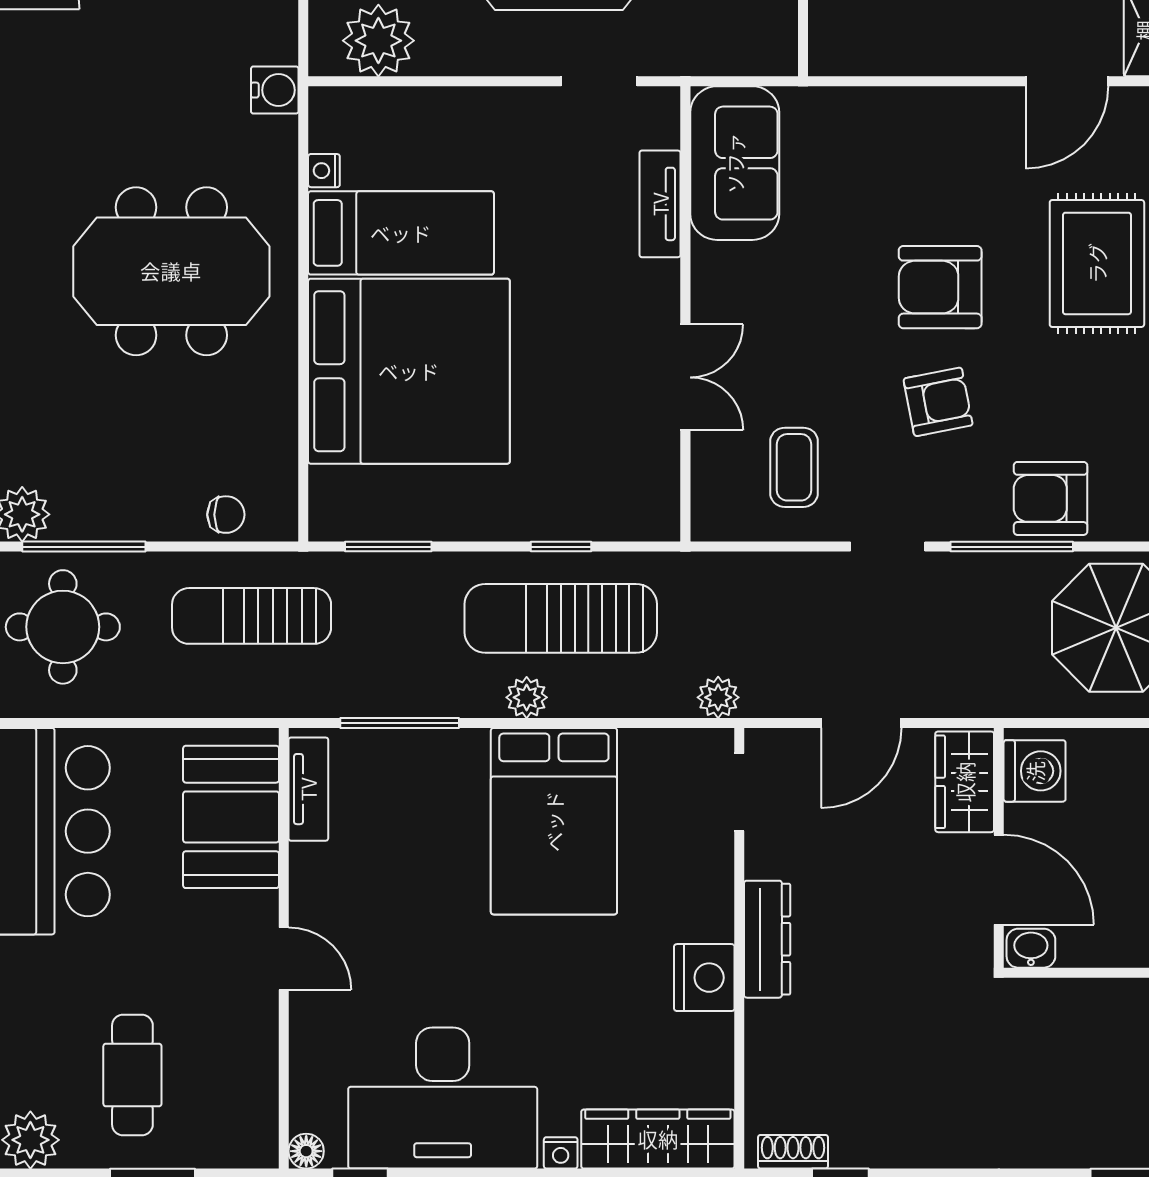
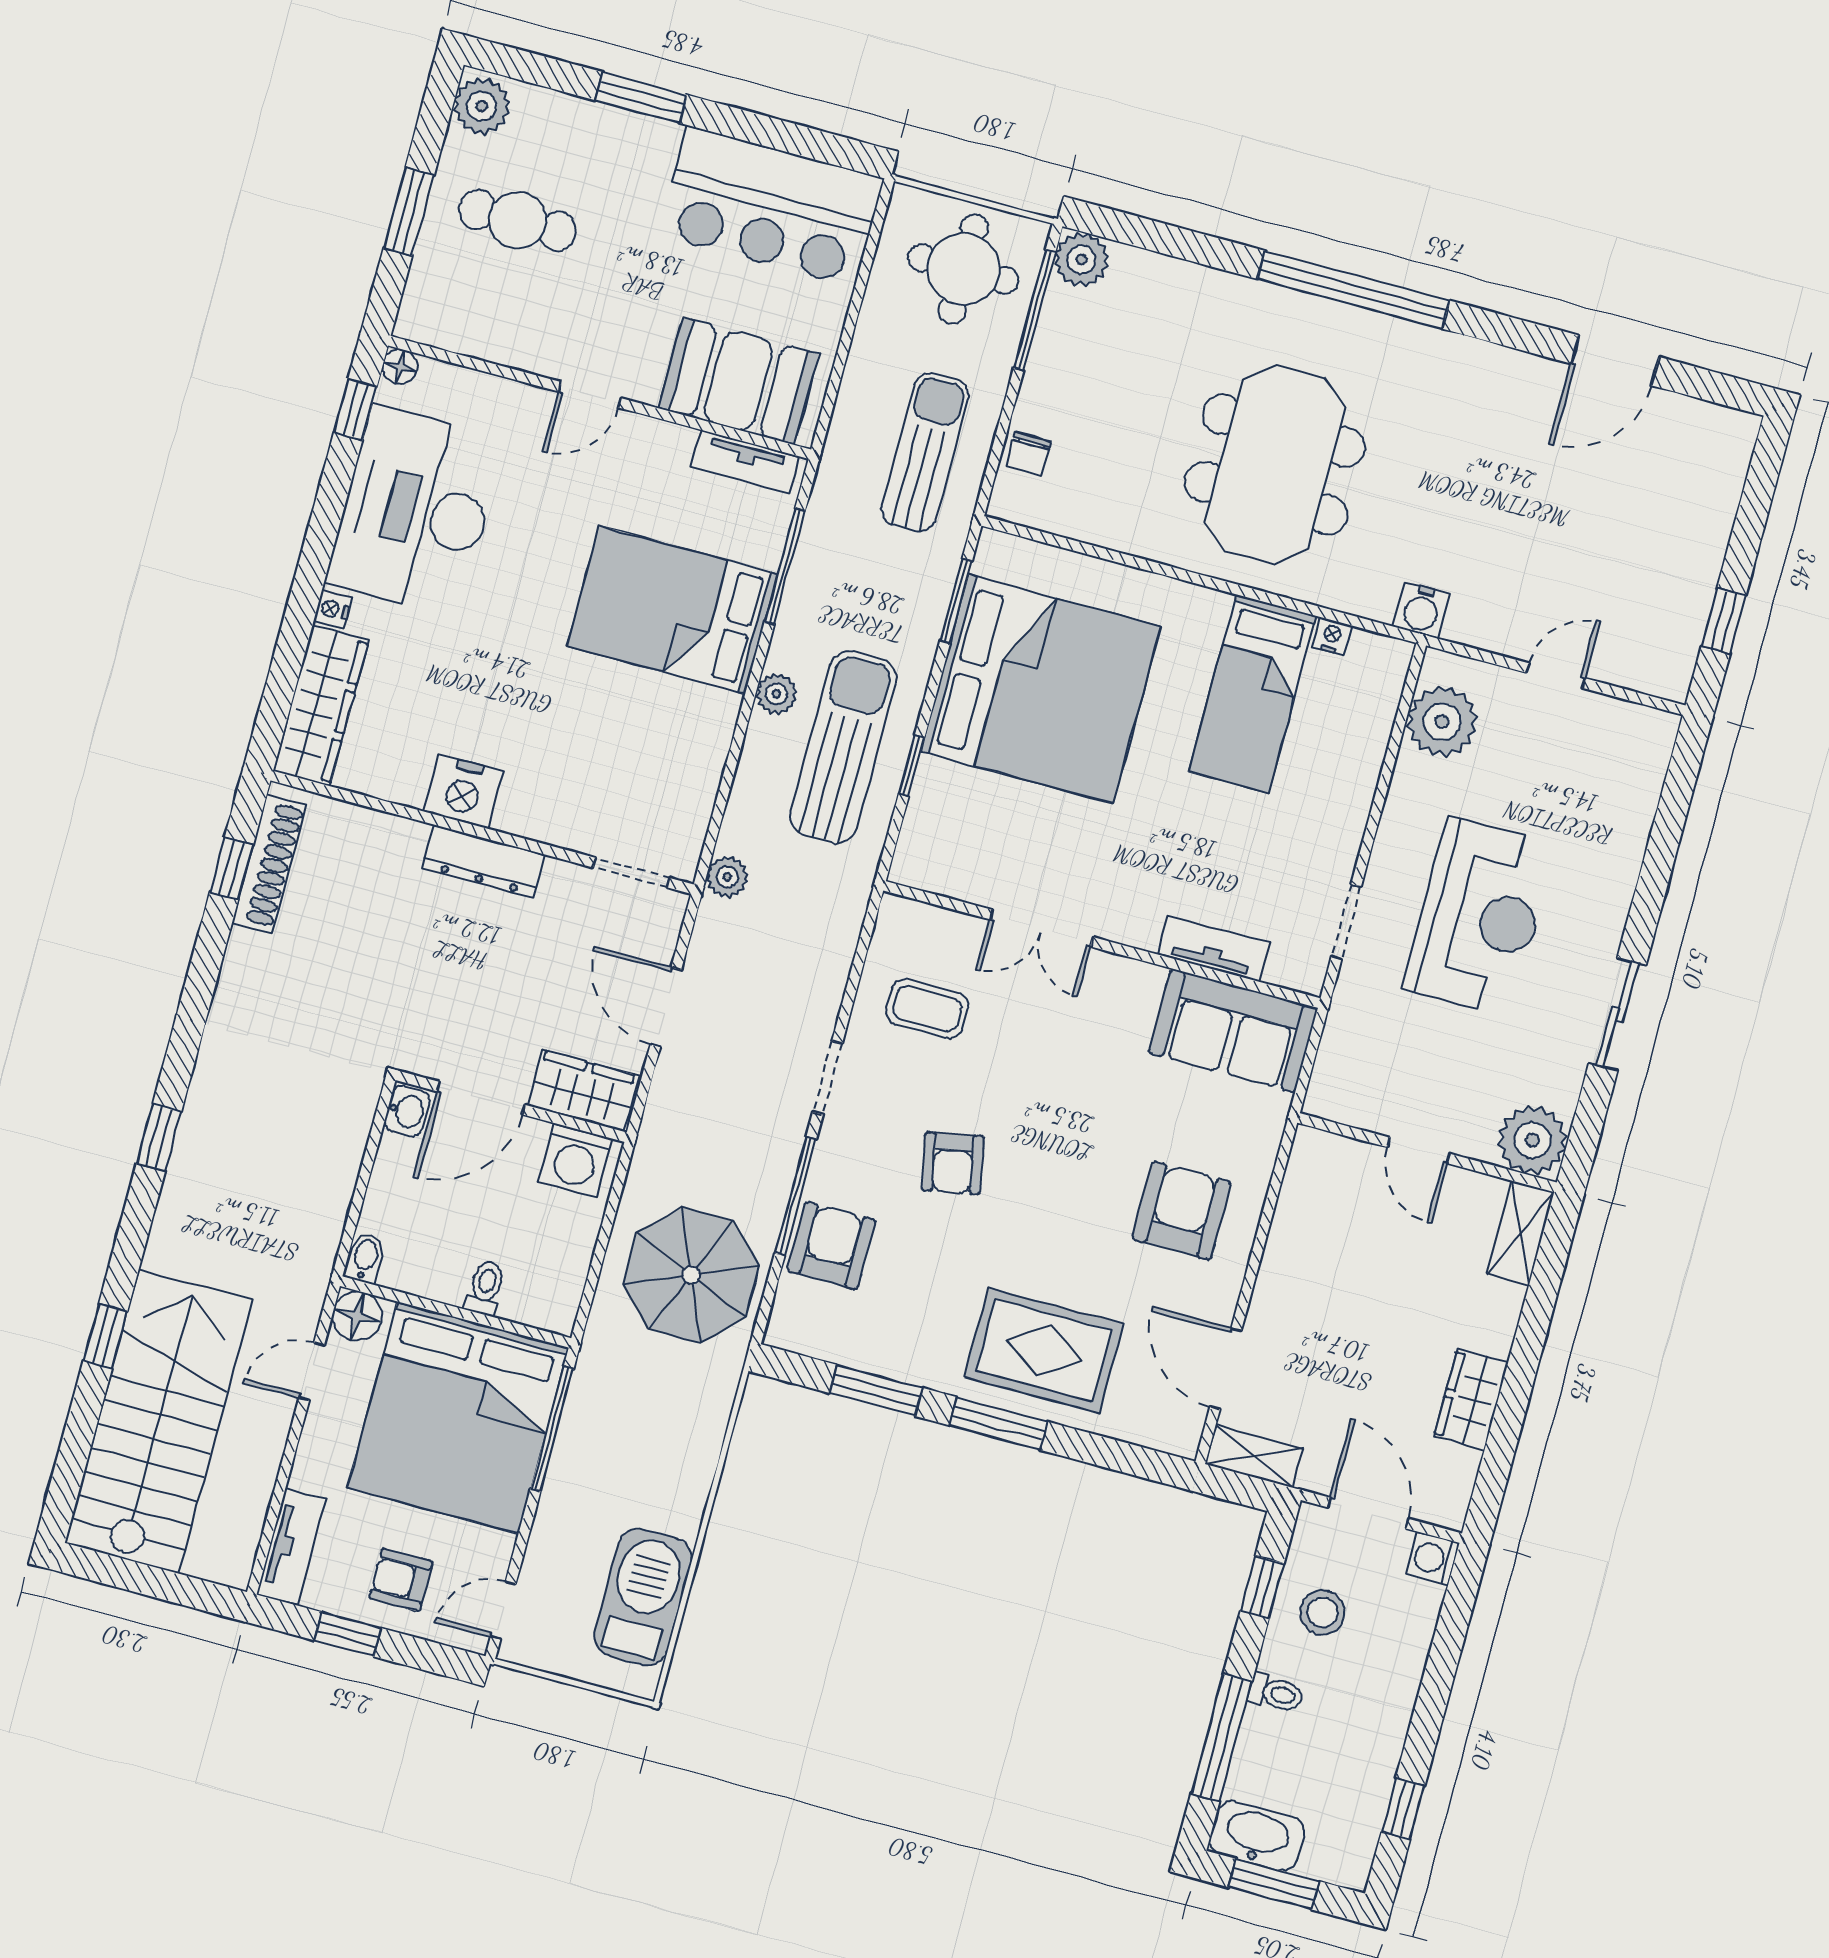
armchair: (940, 287) -> (1182, 1210), moved
bed: (409, 371) -> (1041, 689), moved, turned -90
bed: (554, 821) -> (672, 610), moved
shoe rack: (793, 1152) -> (269, 864), width x1.94, depth x1.24

